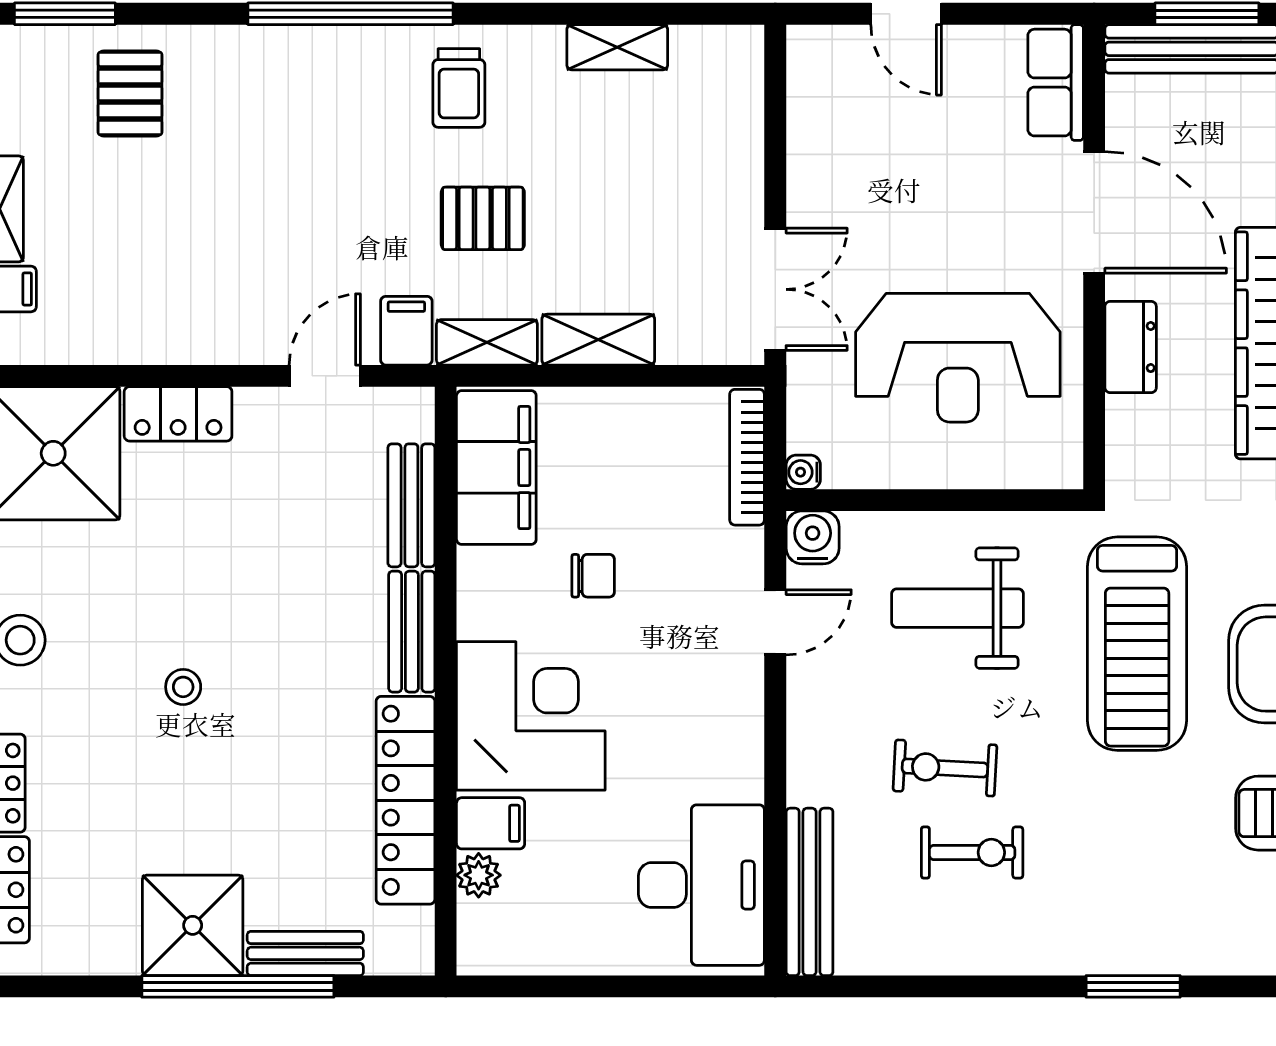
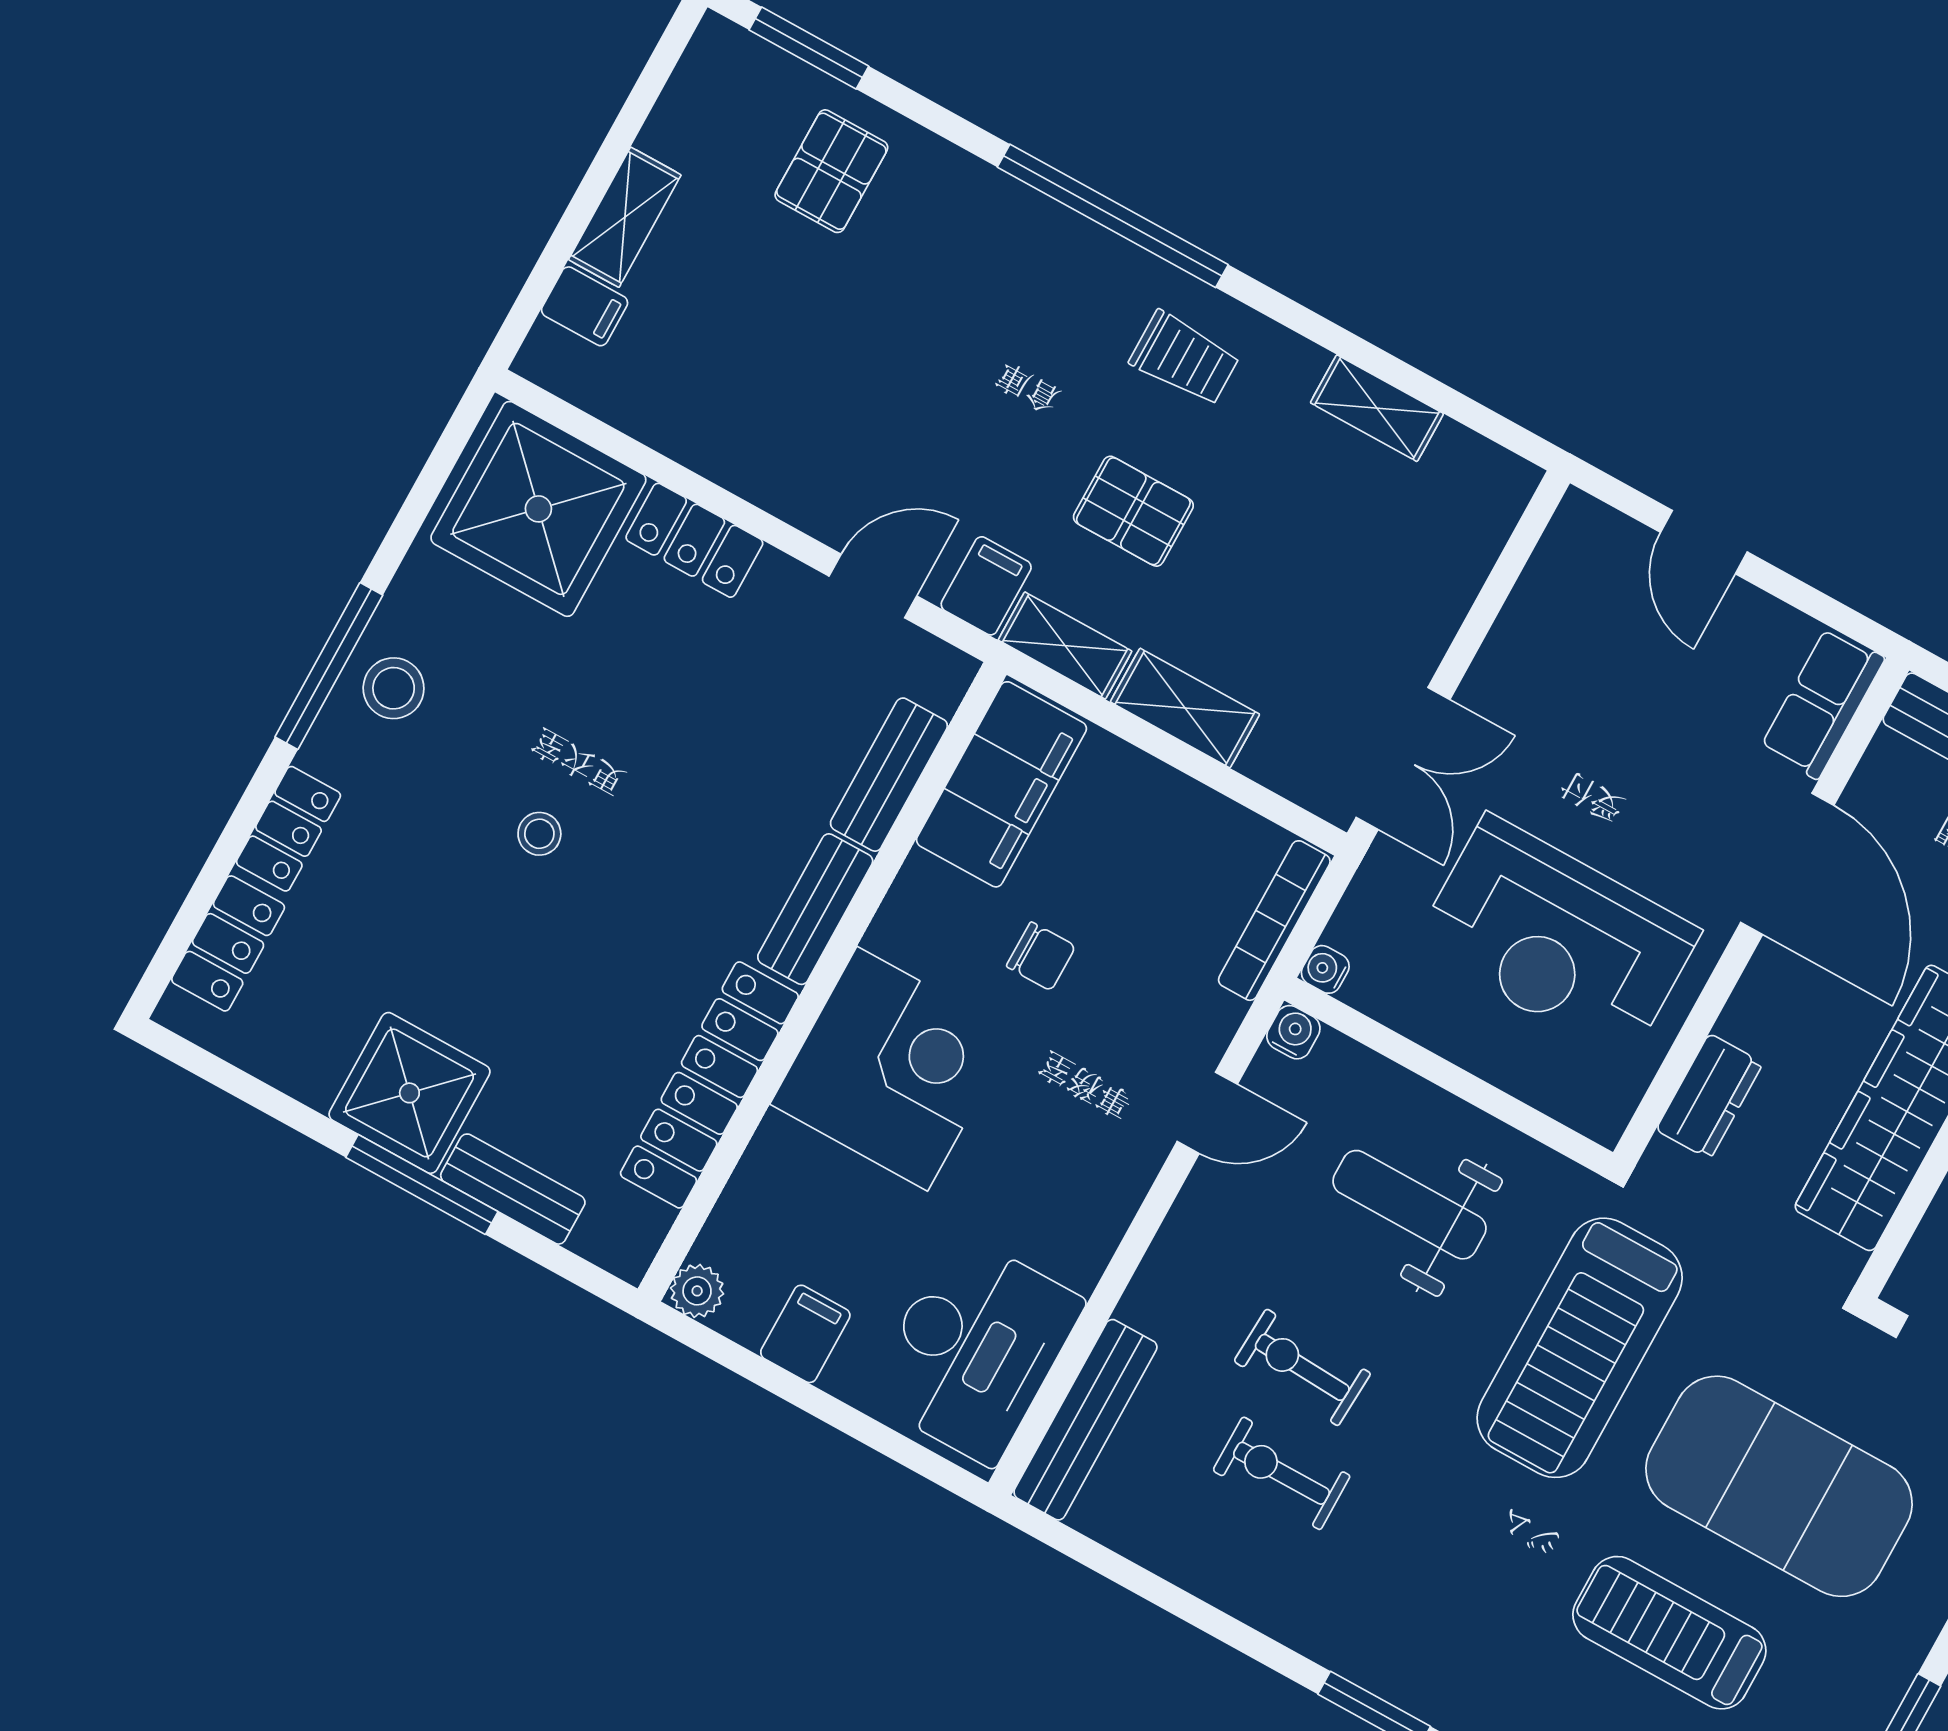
trolley: (459, 88) -> (1184, 358), turned -90
dresser: (1131, 347) -> (1710, 1097), moved
water cooler: (813, 537) -> (1293, 1032), width x0.72, depth x0.72
filing cabinet: (491, 823) -> (805, 1334), moved, turned -90
exercise bike: (972, 852) -> (1282, 1473), turned 180
plant: (479, 875) -> (697, 1291), moved
window: (238, 986) -> (422, 1185), width x0.68

